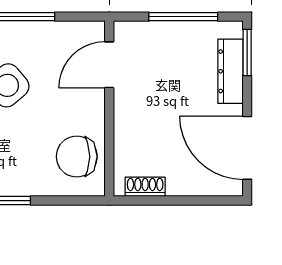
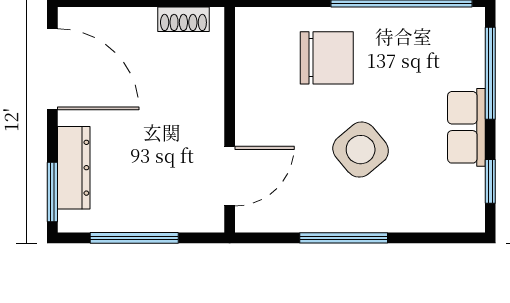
chair: (77, 157) -> (327, 58), moved

